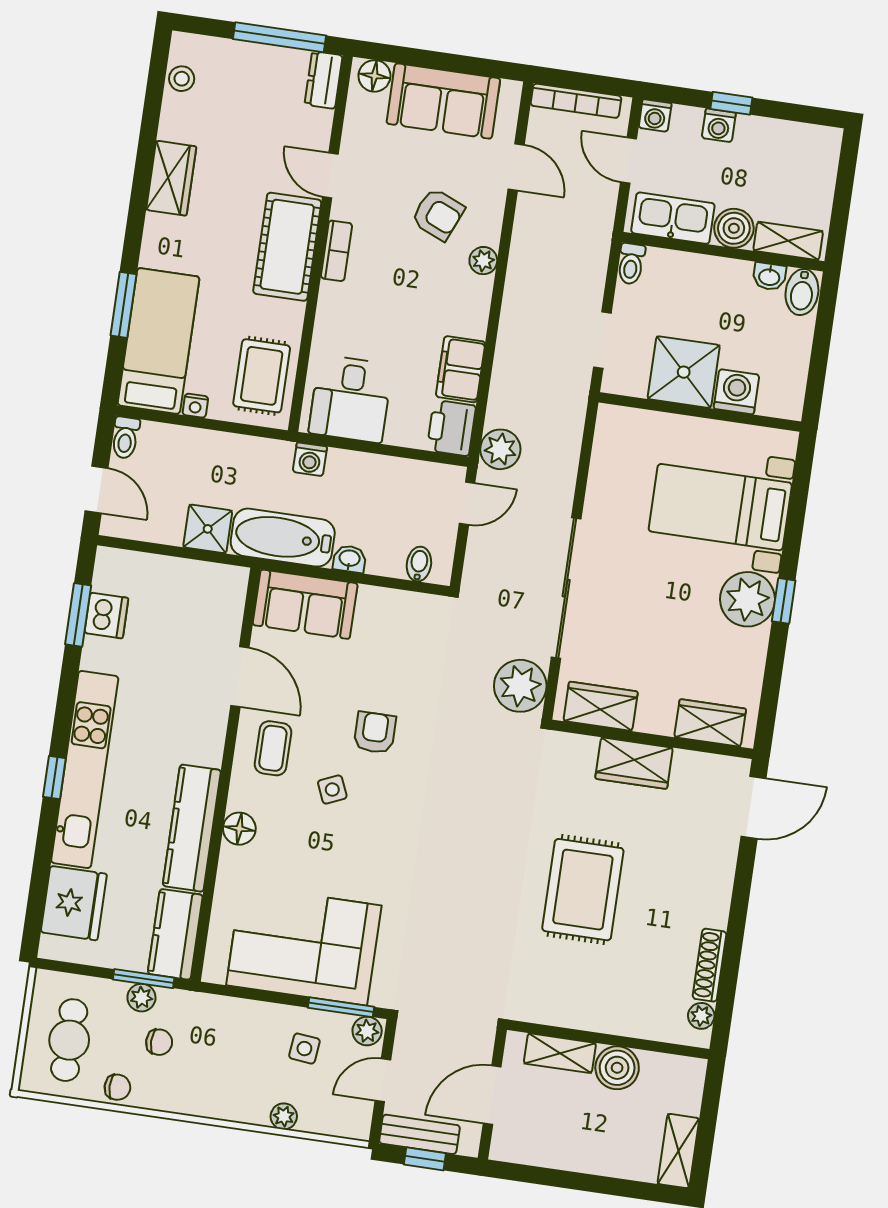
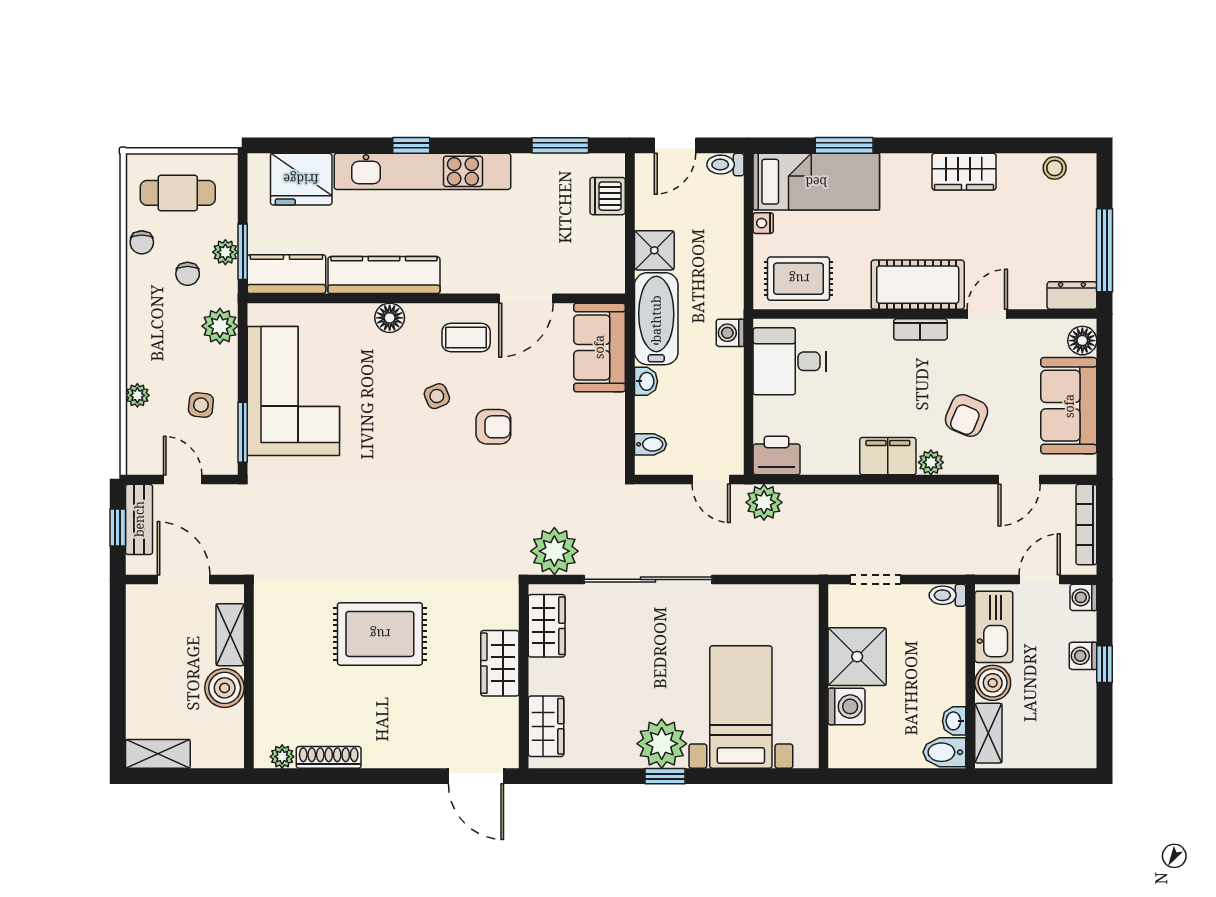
filing cabinet: (461, 369) -> (888, 456), moved
dishwasher: (106, 615) -> (608, 196), moved, turned 90
plant: (367, 1031) -> (220, 326), moved, width x1.38, depth x1.38

